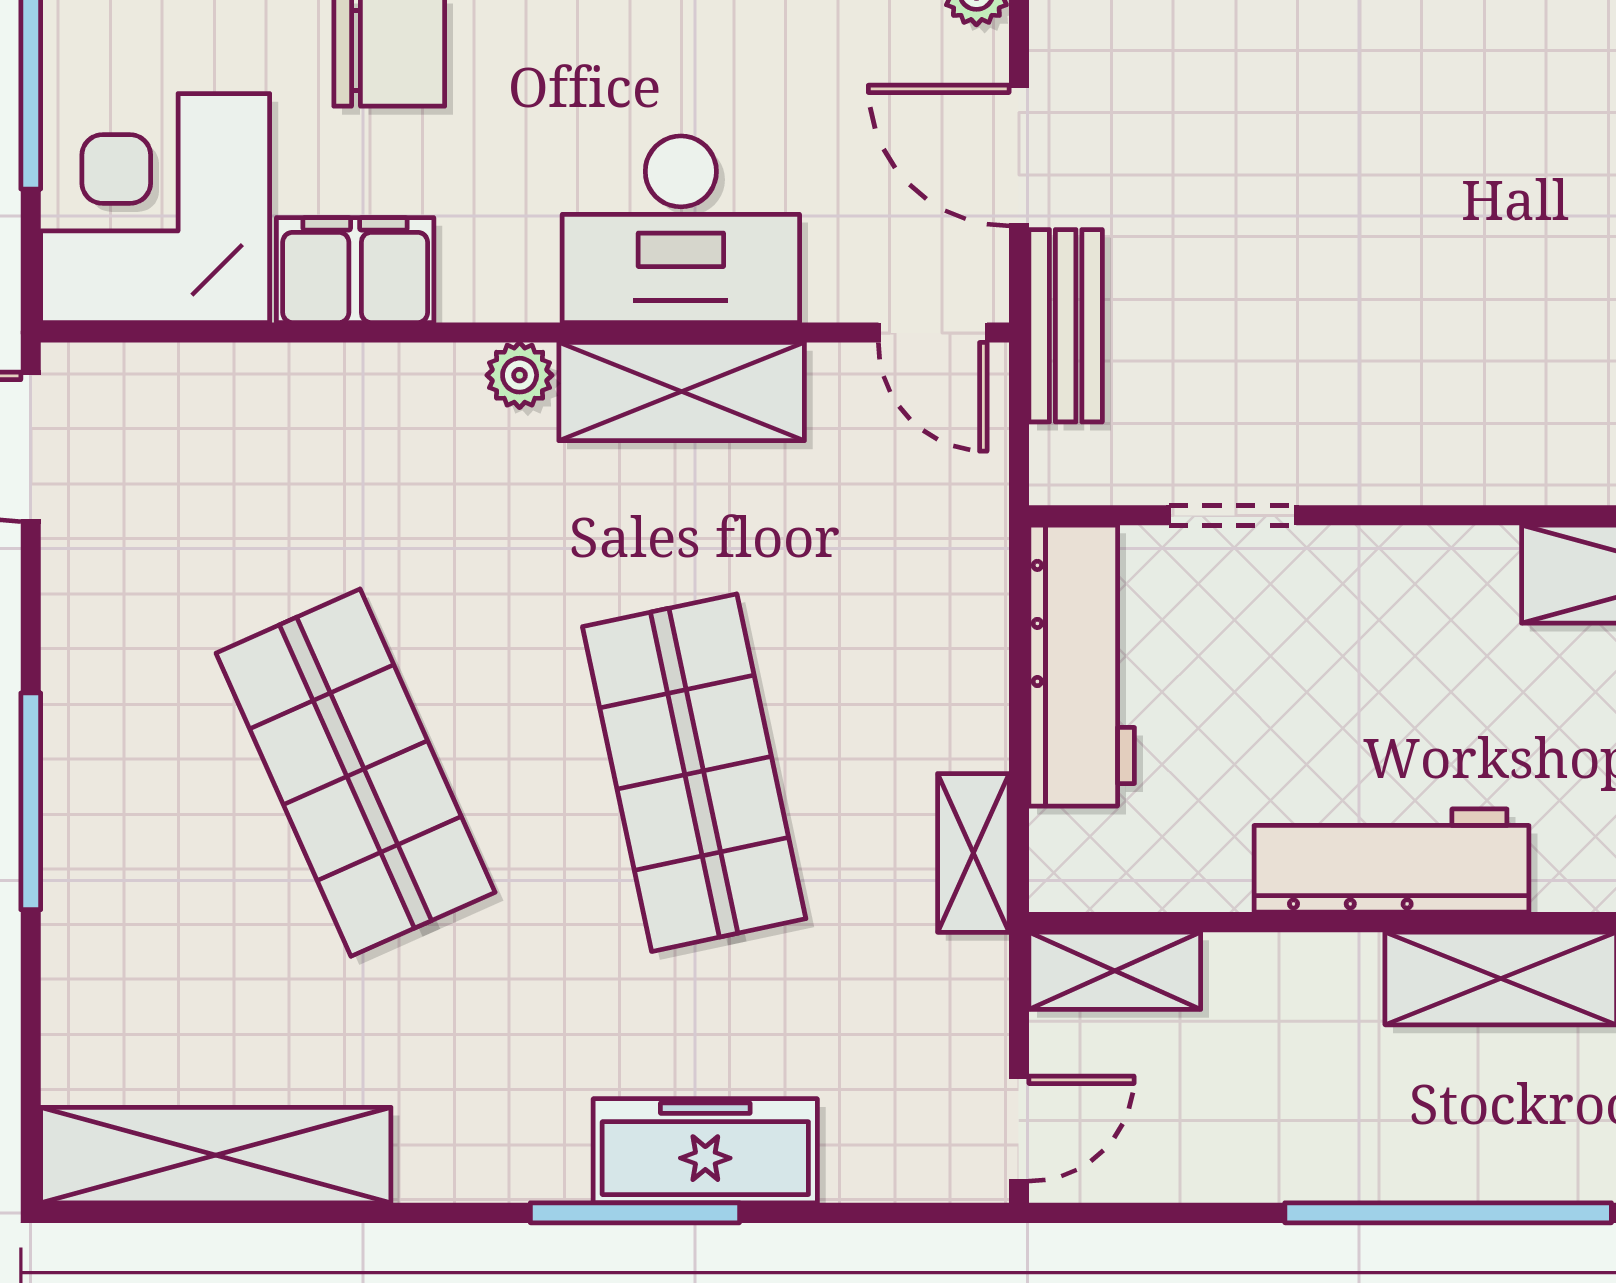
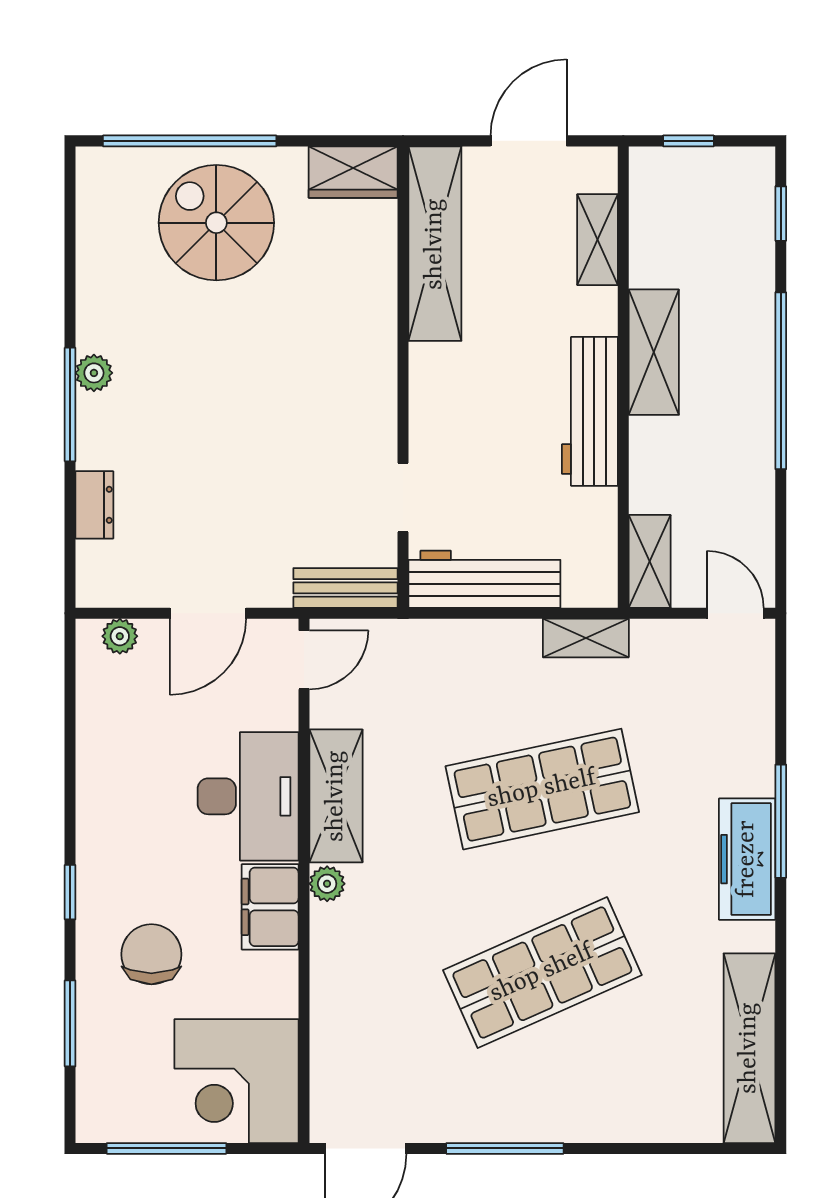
filing cabinet: (355, 270) -> (270, 907), moved
bench: (1066, 326) -> (345, 588), moved
window: (31, 801) -> (505, 1148), moved
freezer: (705, 1151) -> (747, 859), moved

